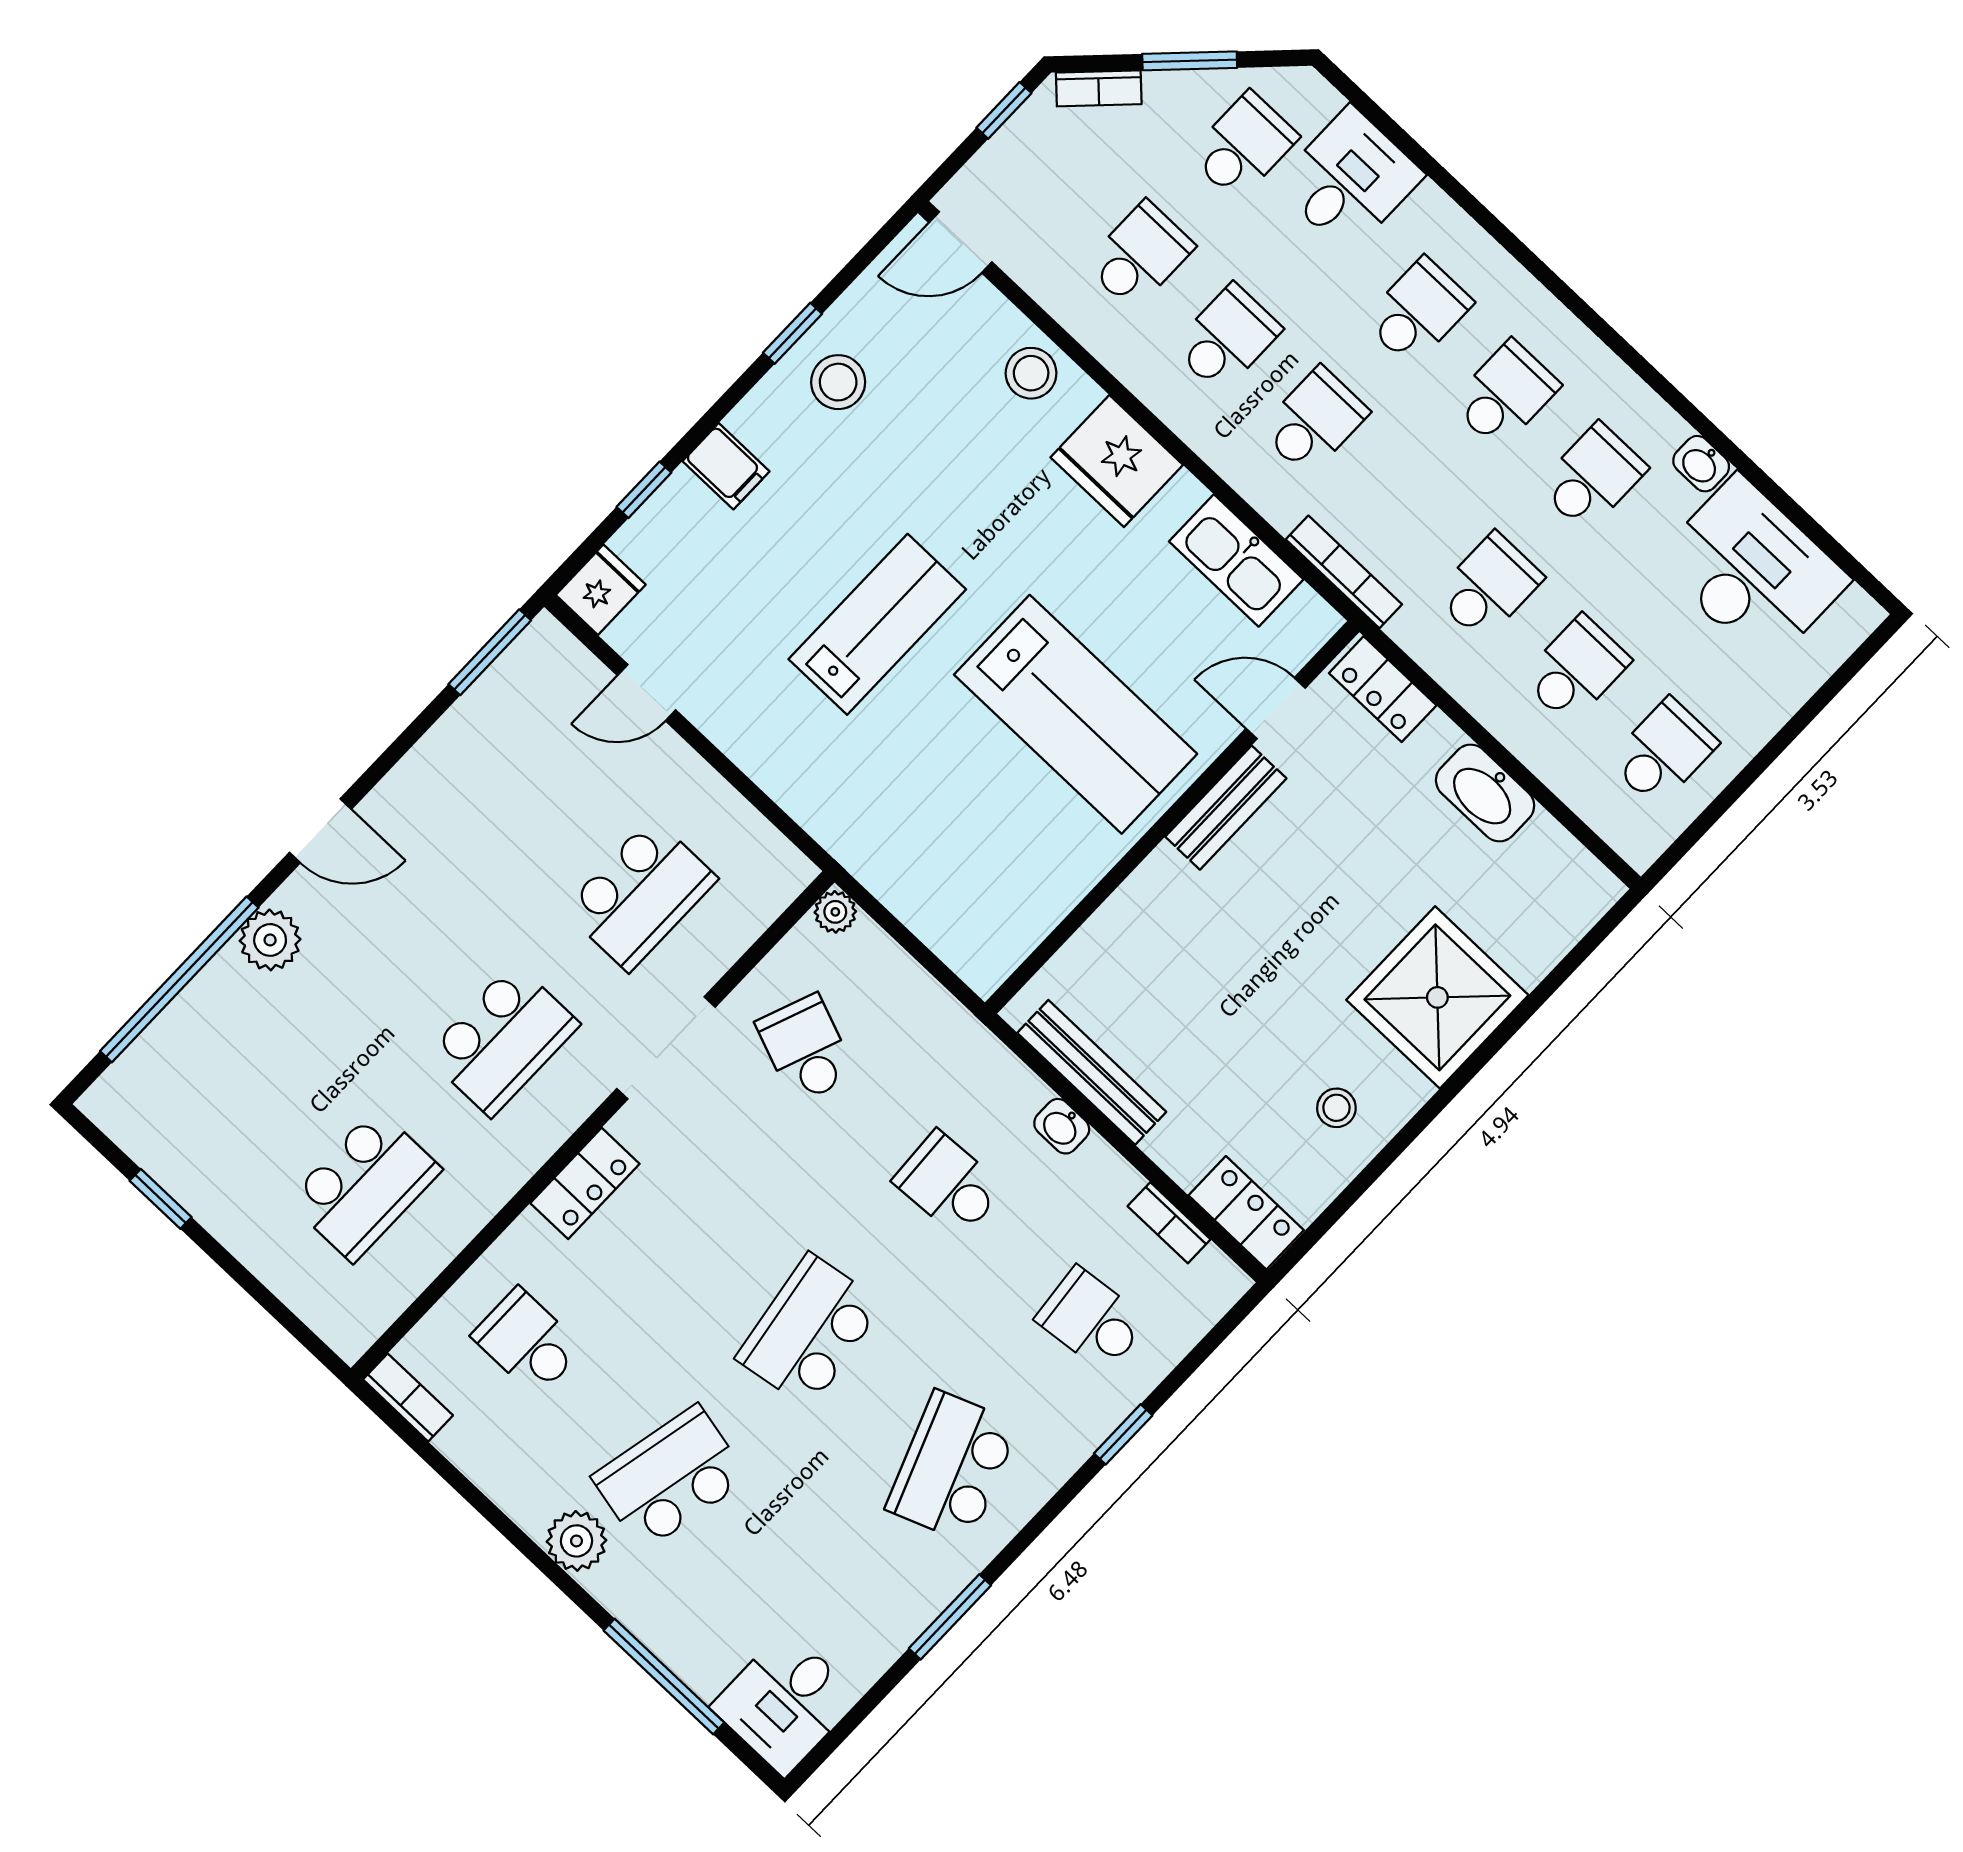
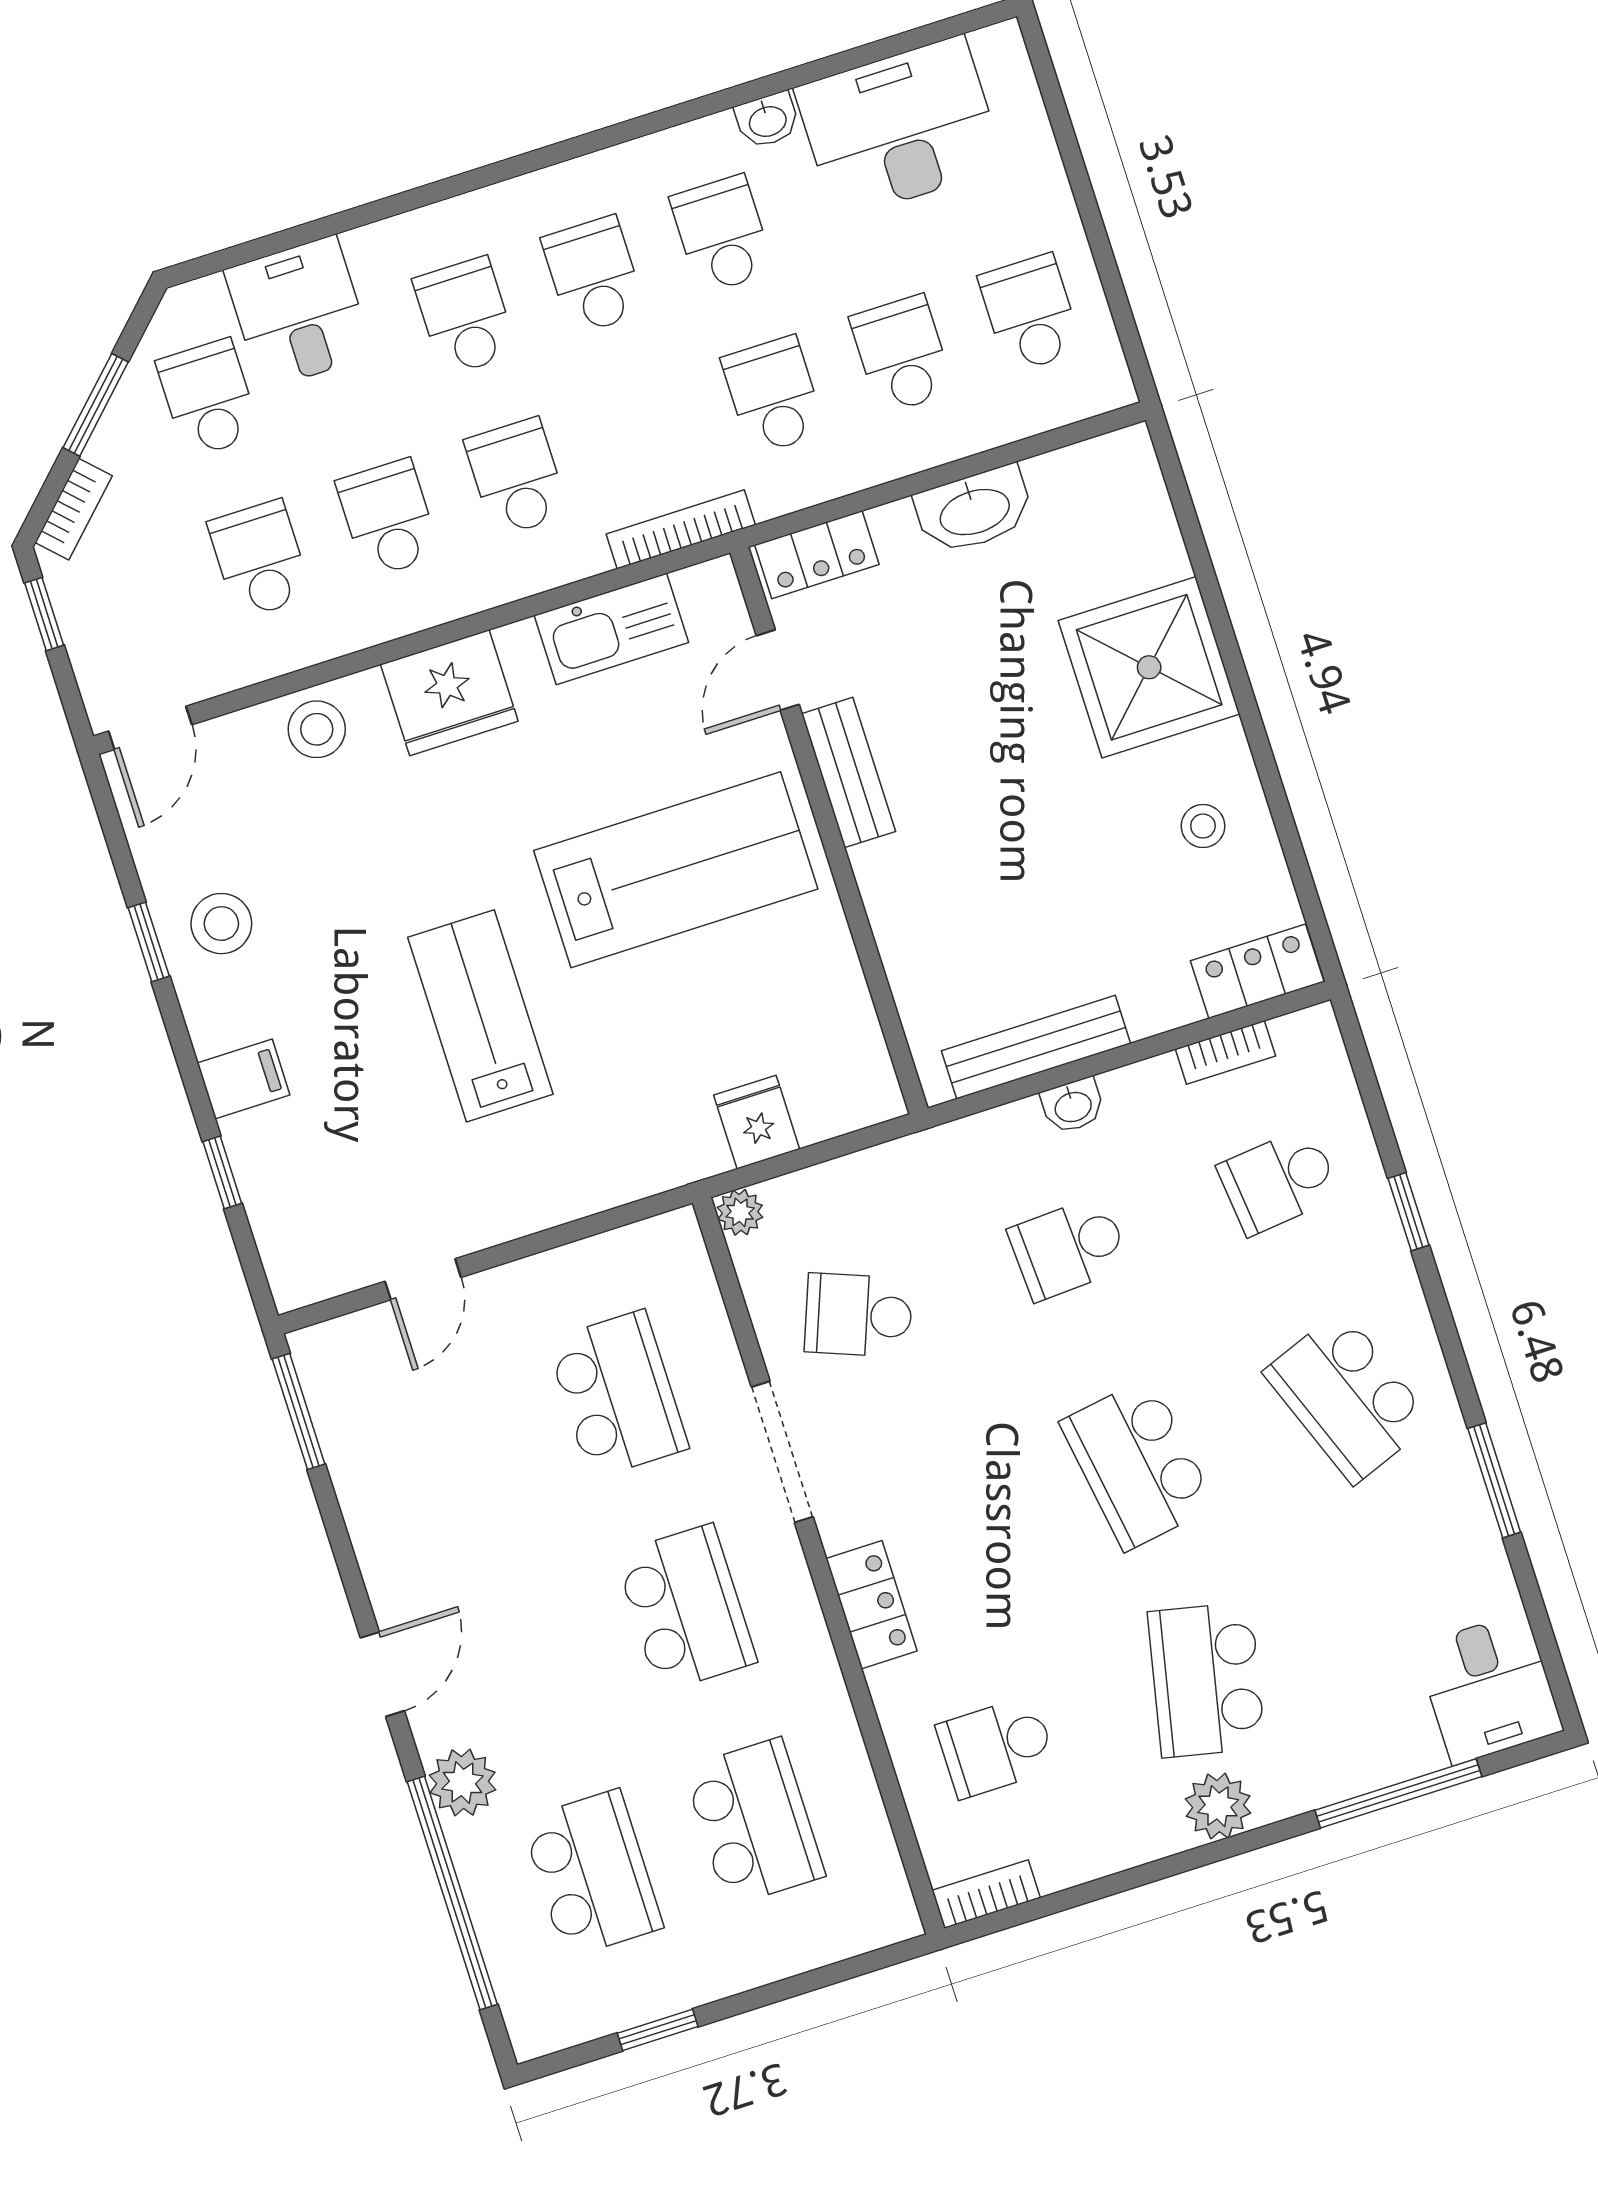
fridge: (601, 590) -> (757, 1122), moved
school desk: (255, 1081) -> (592, 1874), added

